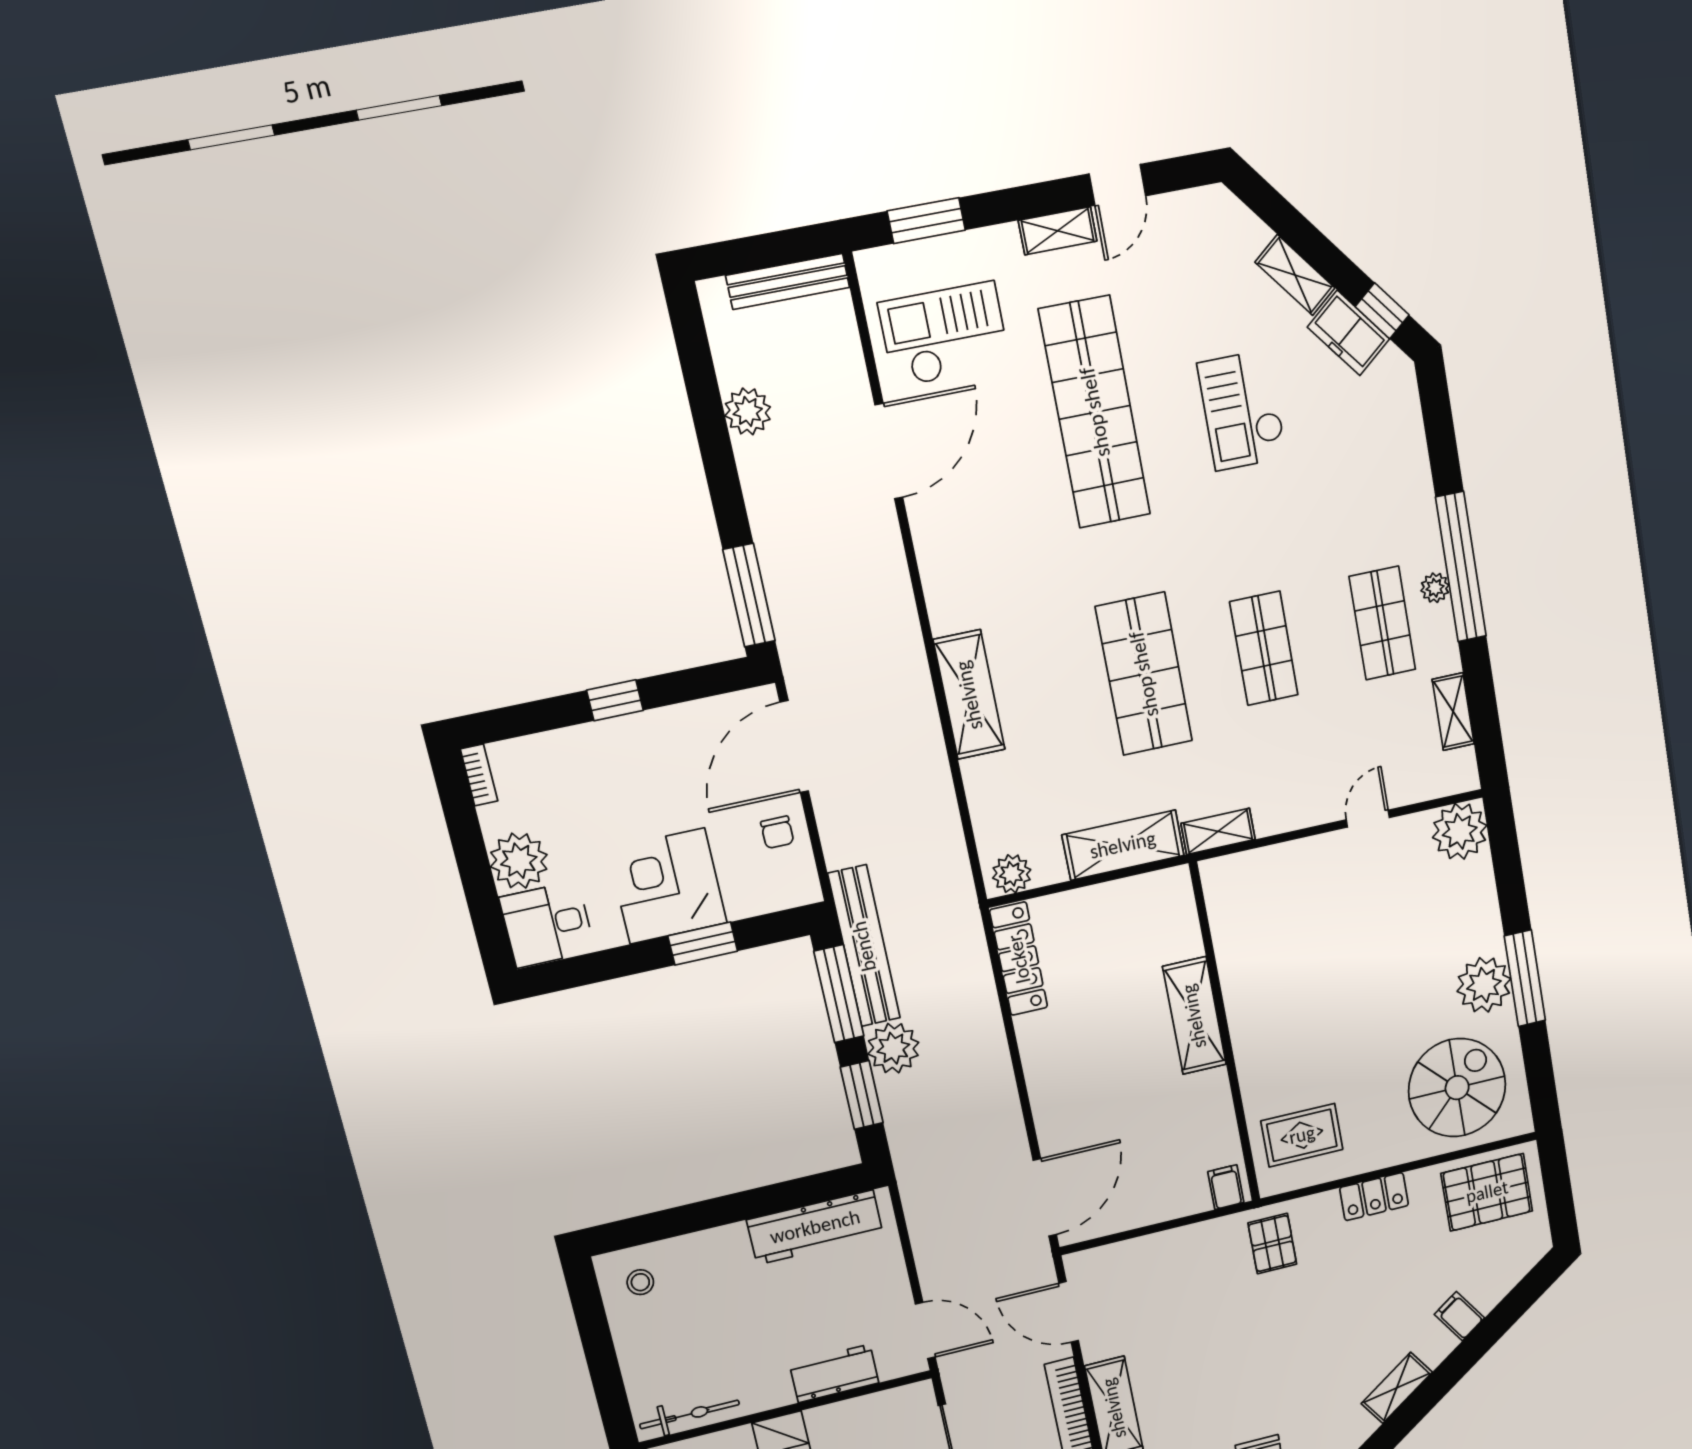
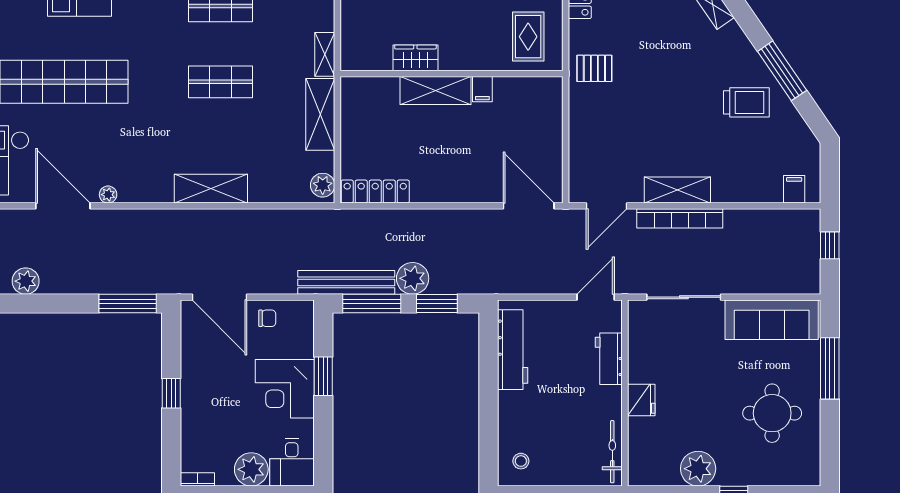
plant: (924, 525) -> (108, 195), added
shop shelf: (1144, 674) -> (221, 82), width x0.70, depth x0.74
wardrobe: (1239, 973) -> (415, 58), added
filing cabinet: (1226, 1187) -> (482, 89), moved, turned -90

